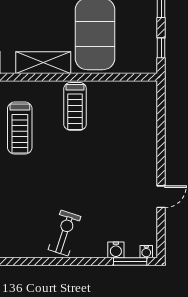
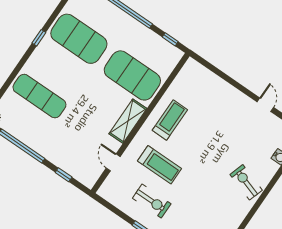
treadmill: (75, 106) -> (170, 120), turned -90

